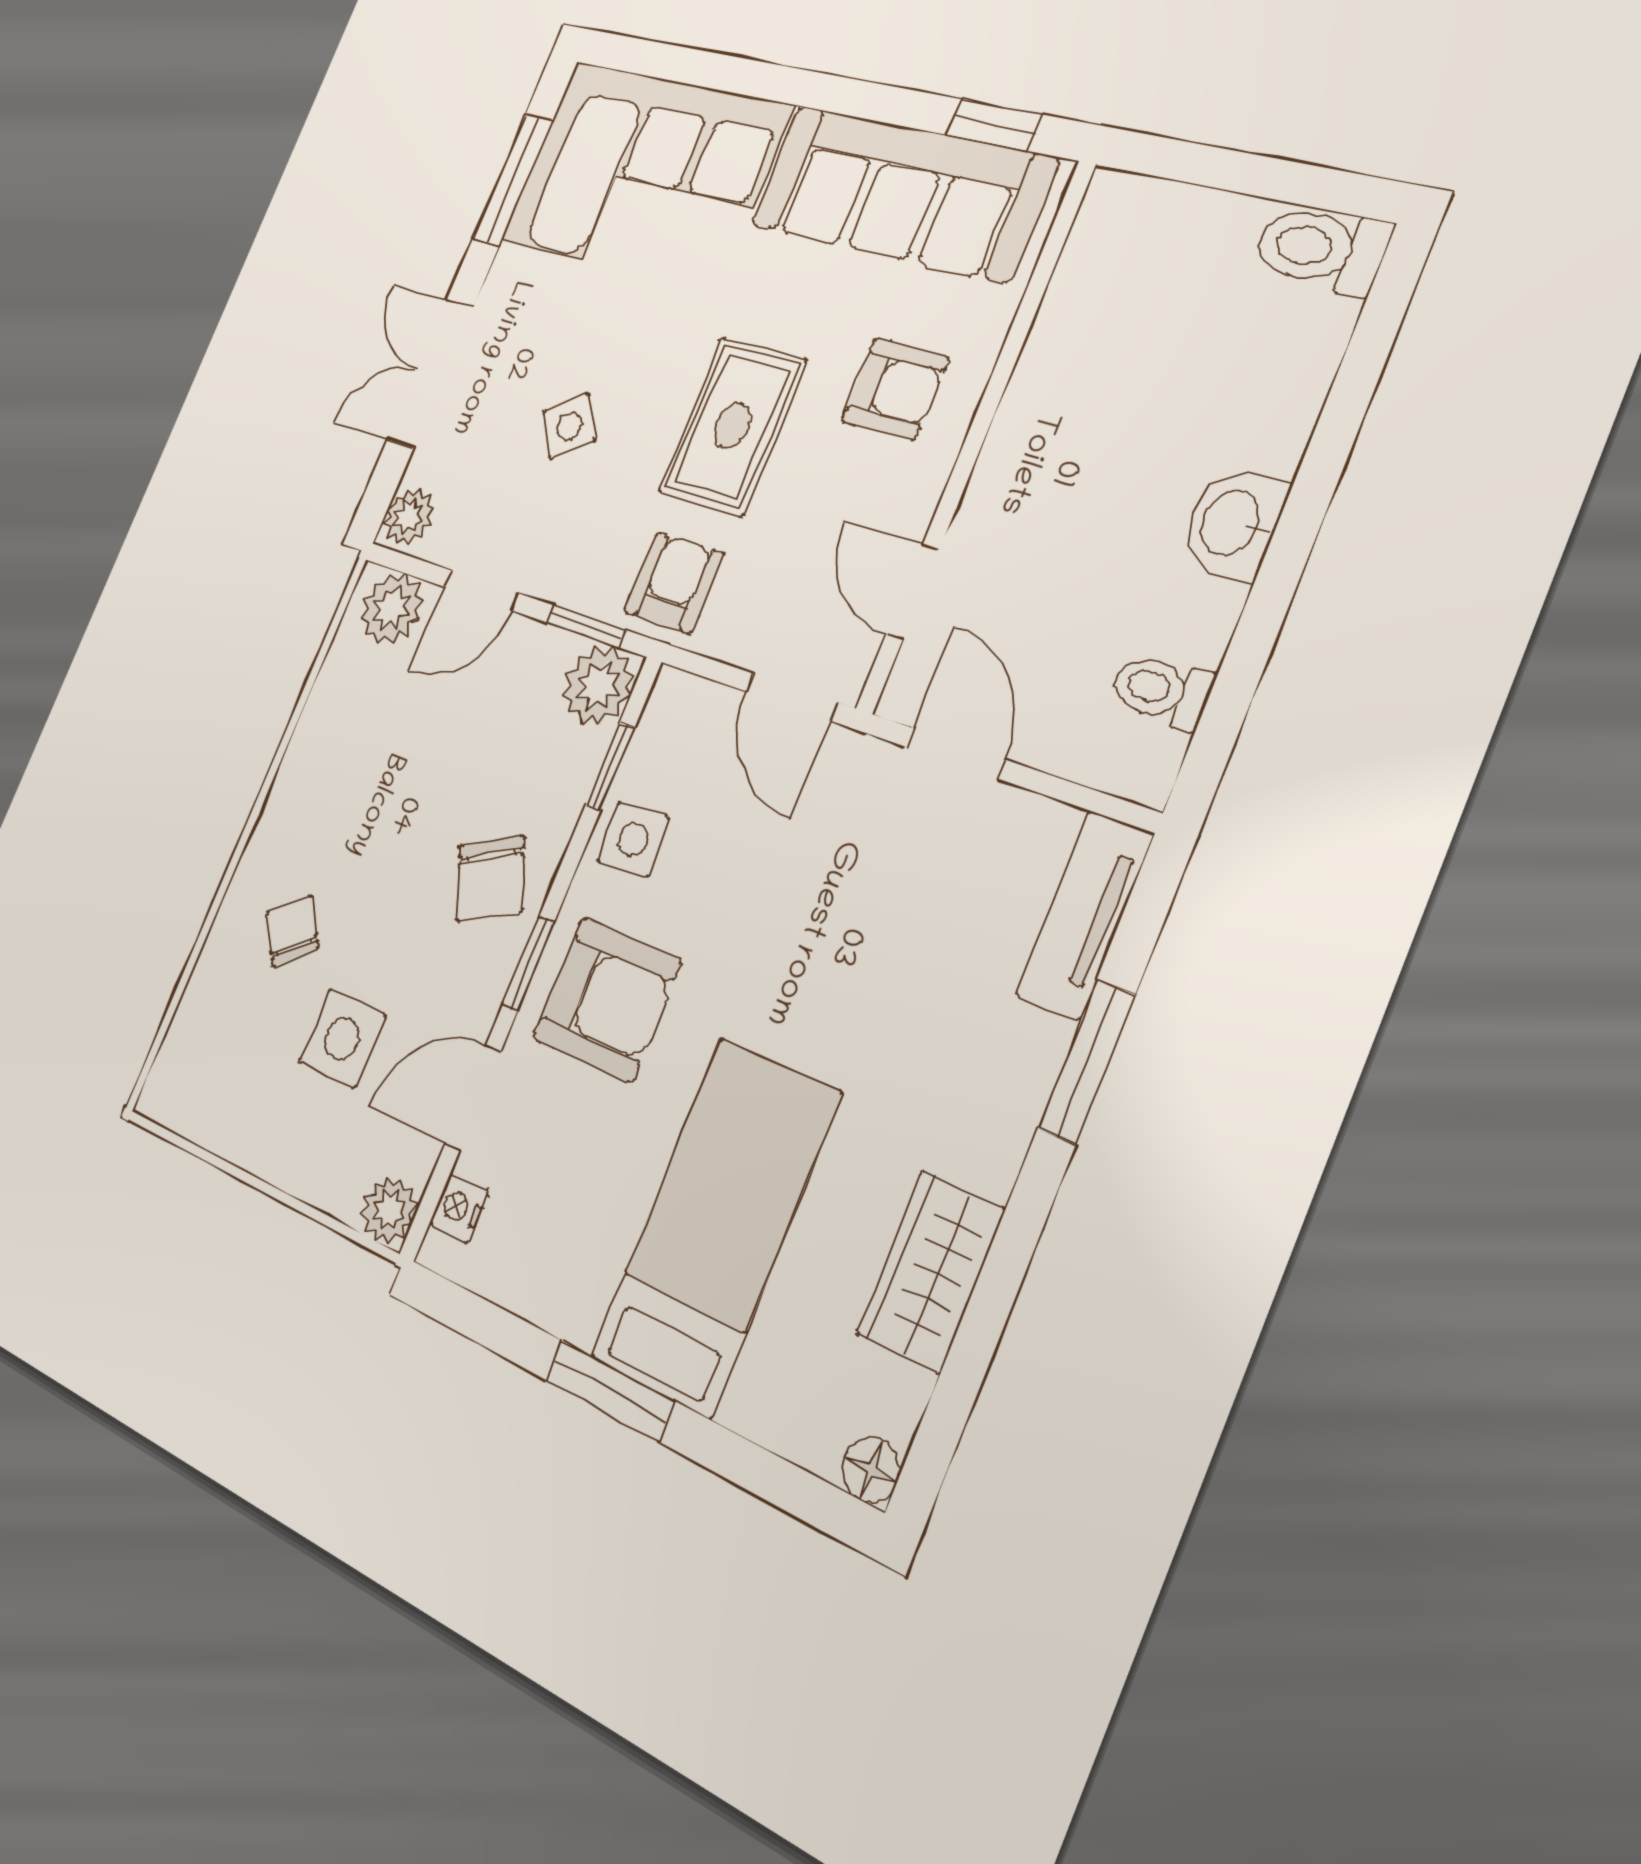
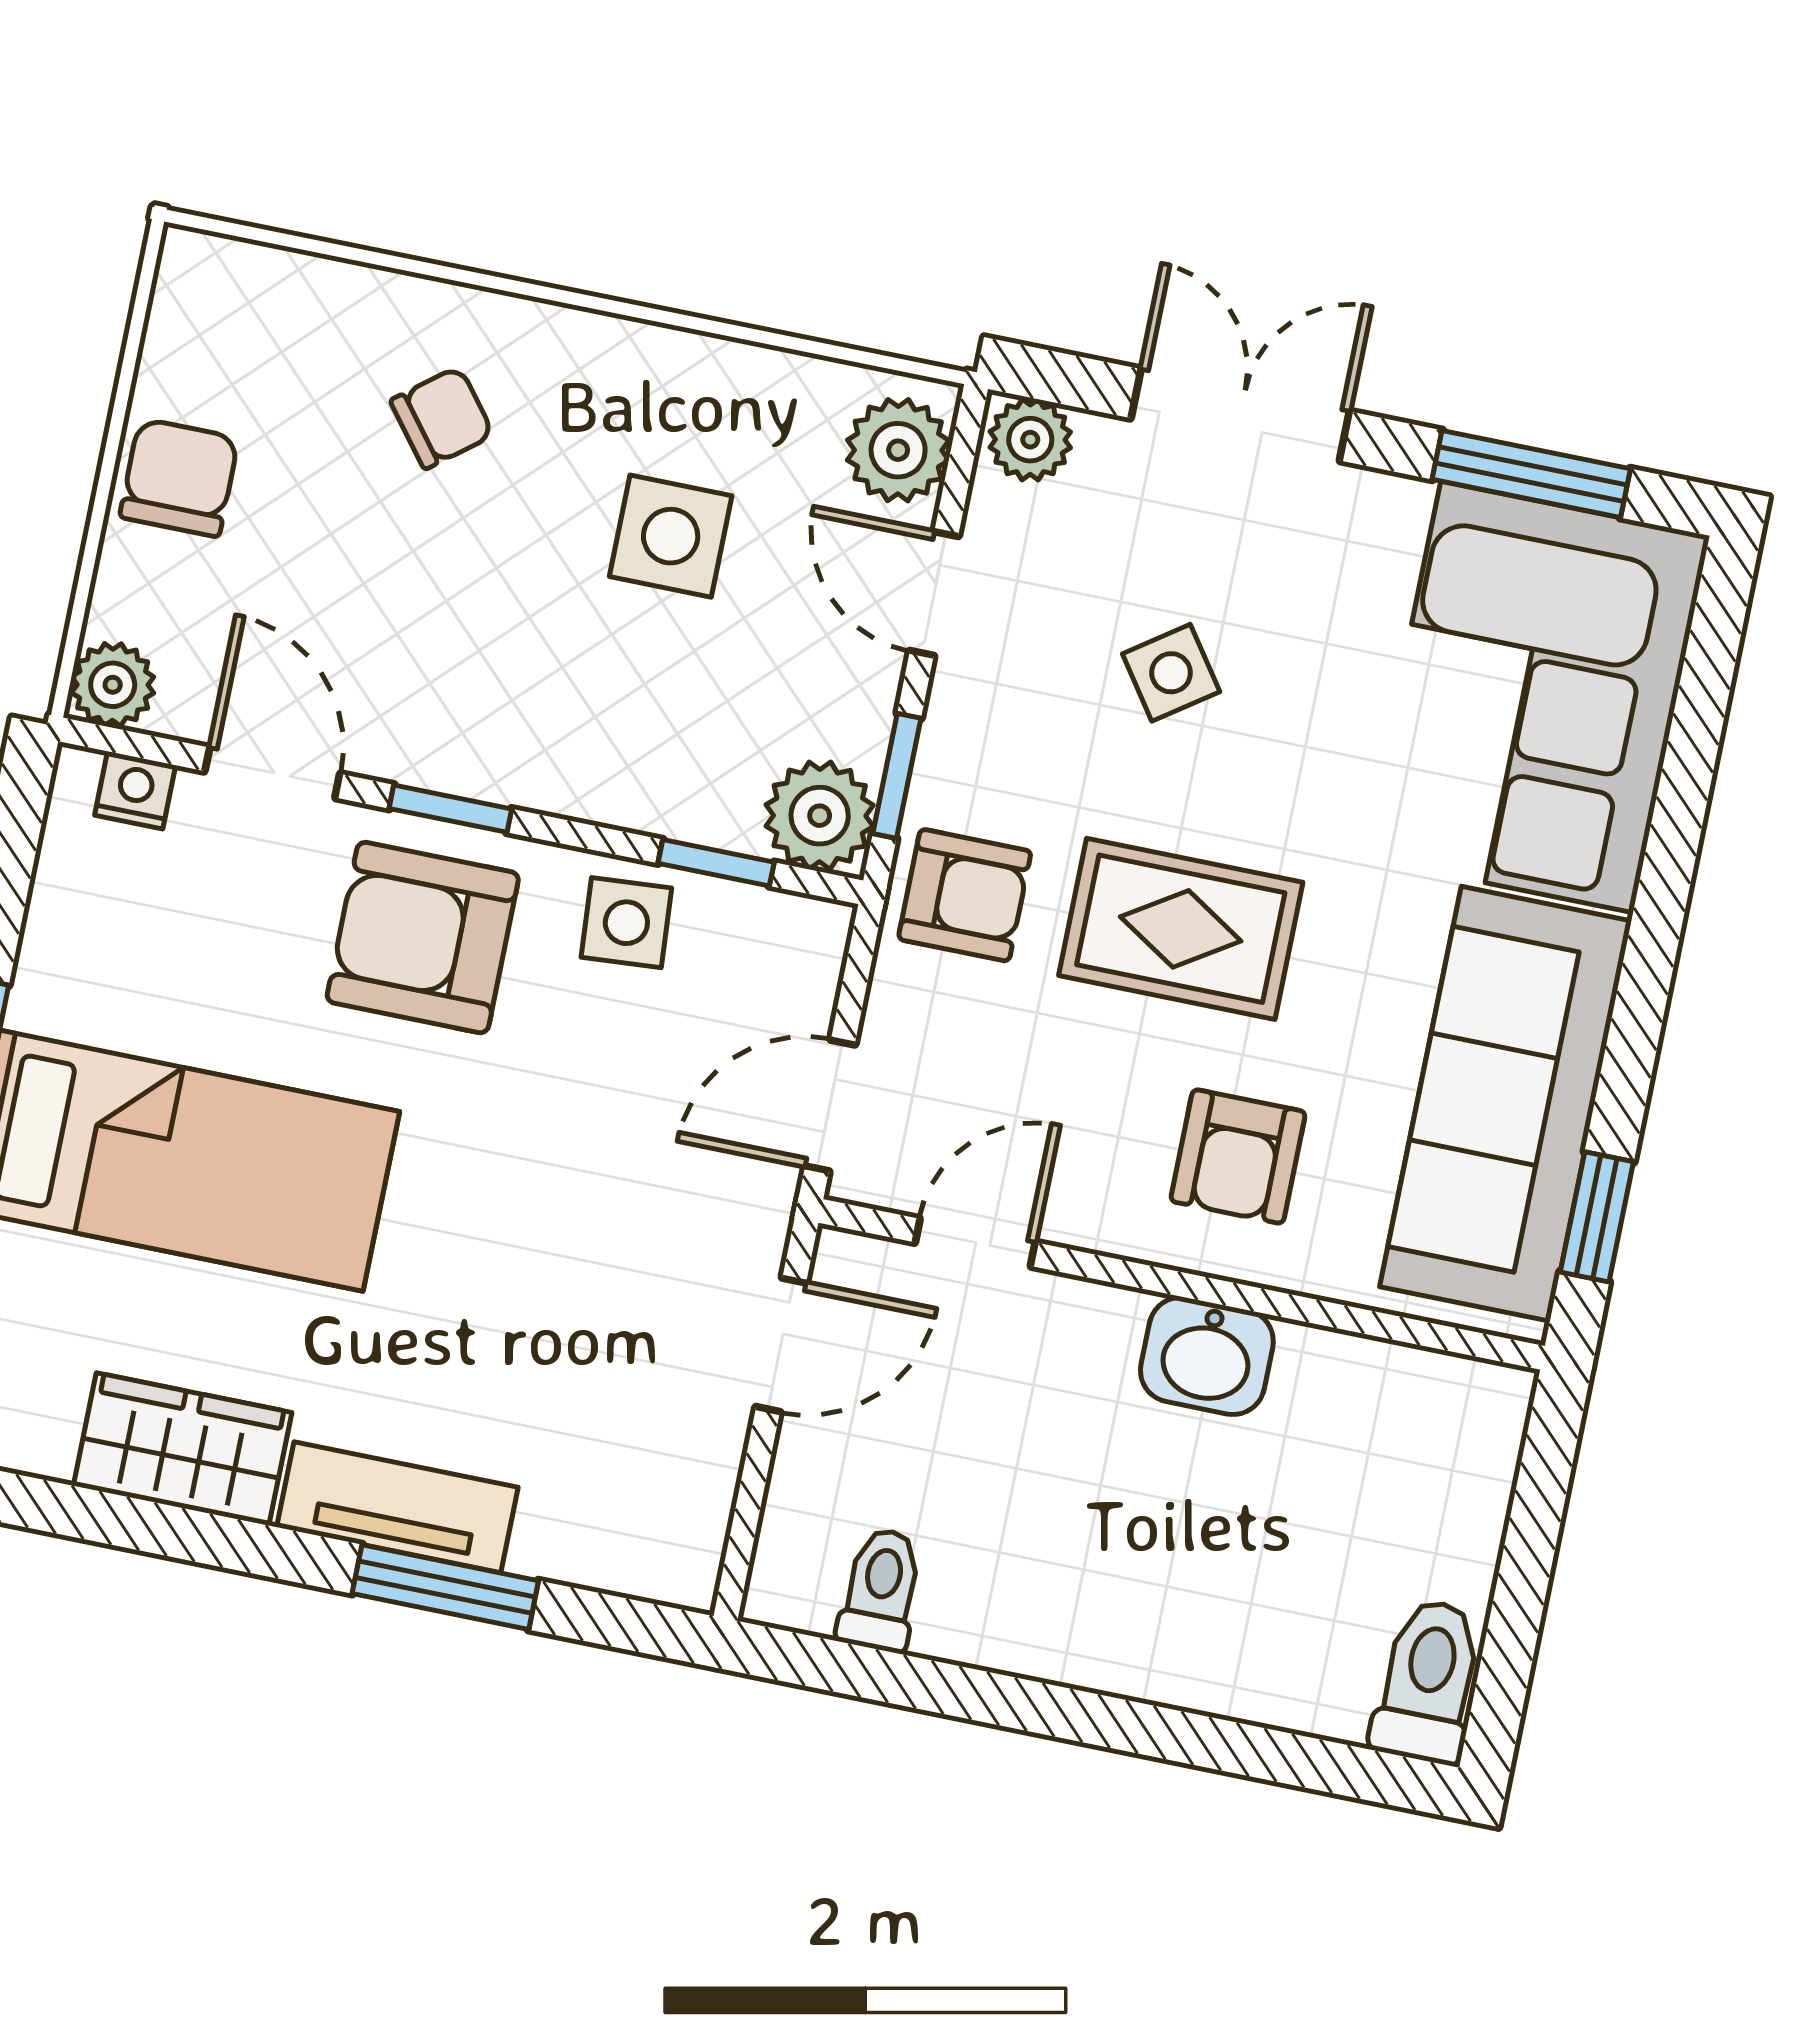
washbasin: (1233, 524) -> (1207, 1356), moved, turned 180
chair: (491, 878) -> (179, 478), moved, turned 116
tv unit: (1085, 914) -> (397, 1507), moved
armchair: (607, 999) -> (423, 938), turned 90
side table: (342, 1039) -> (671, 536), moved

